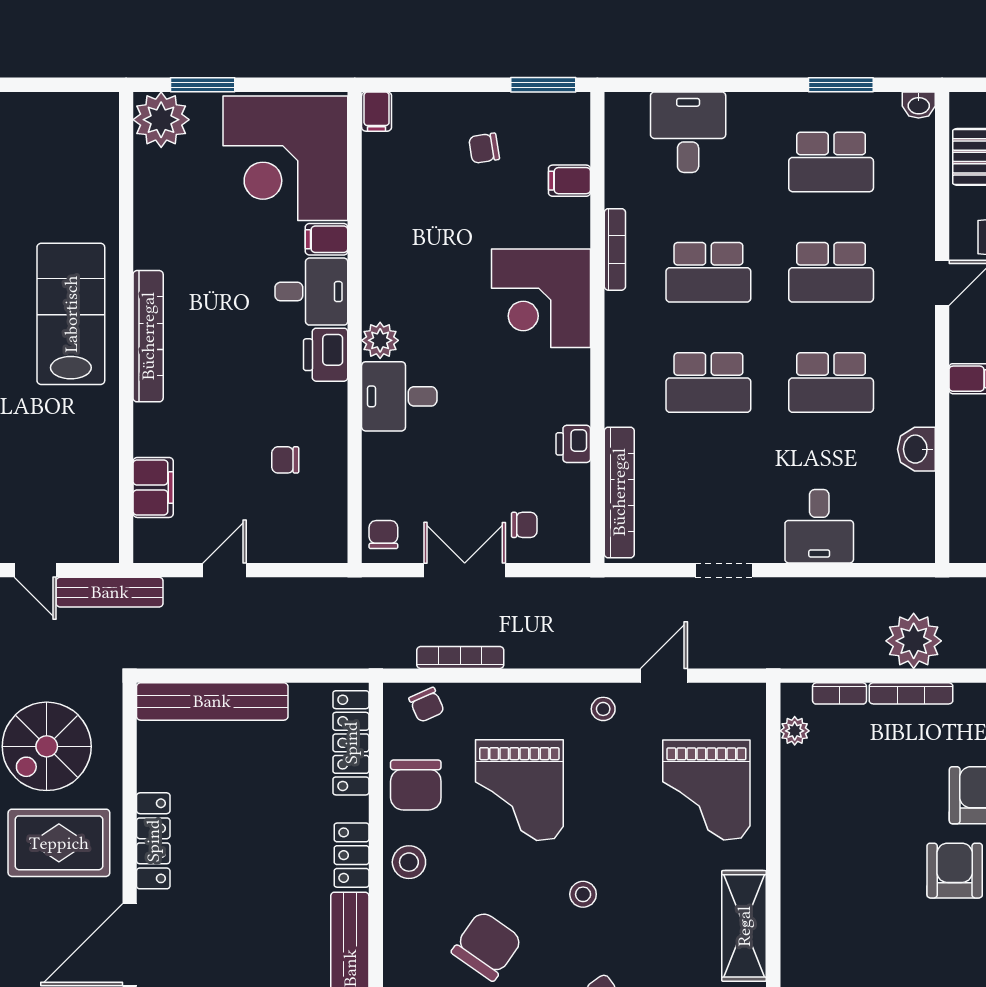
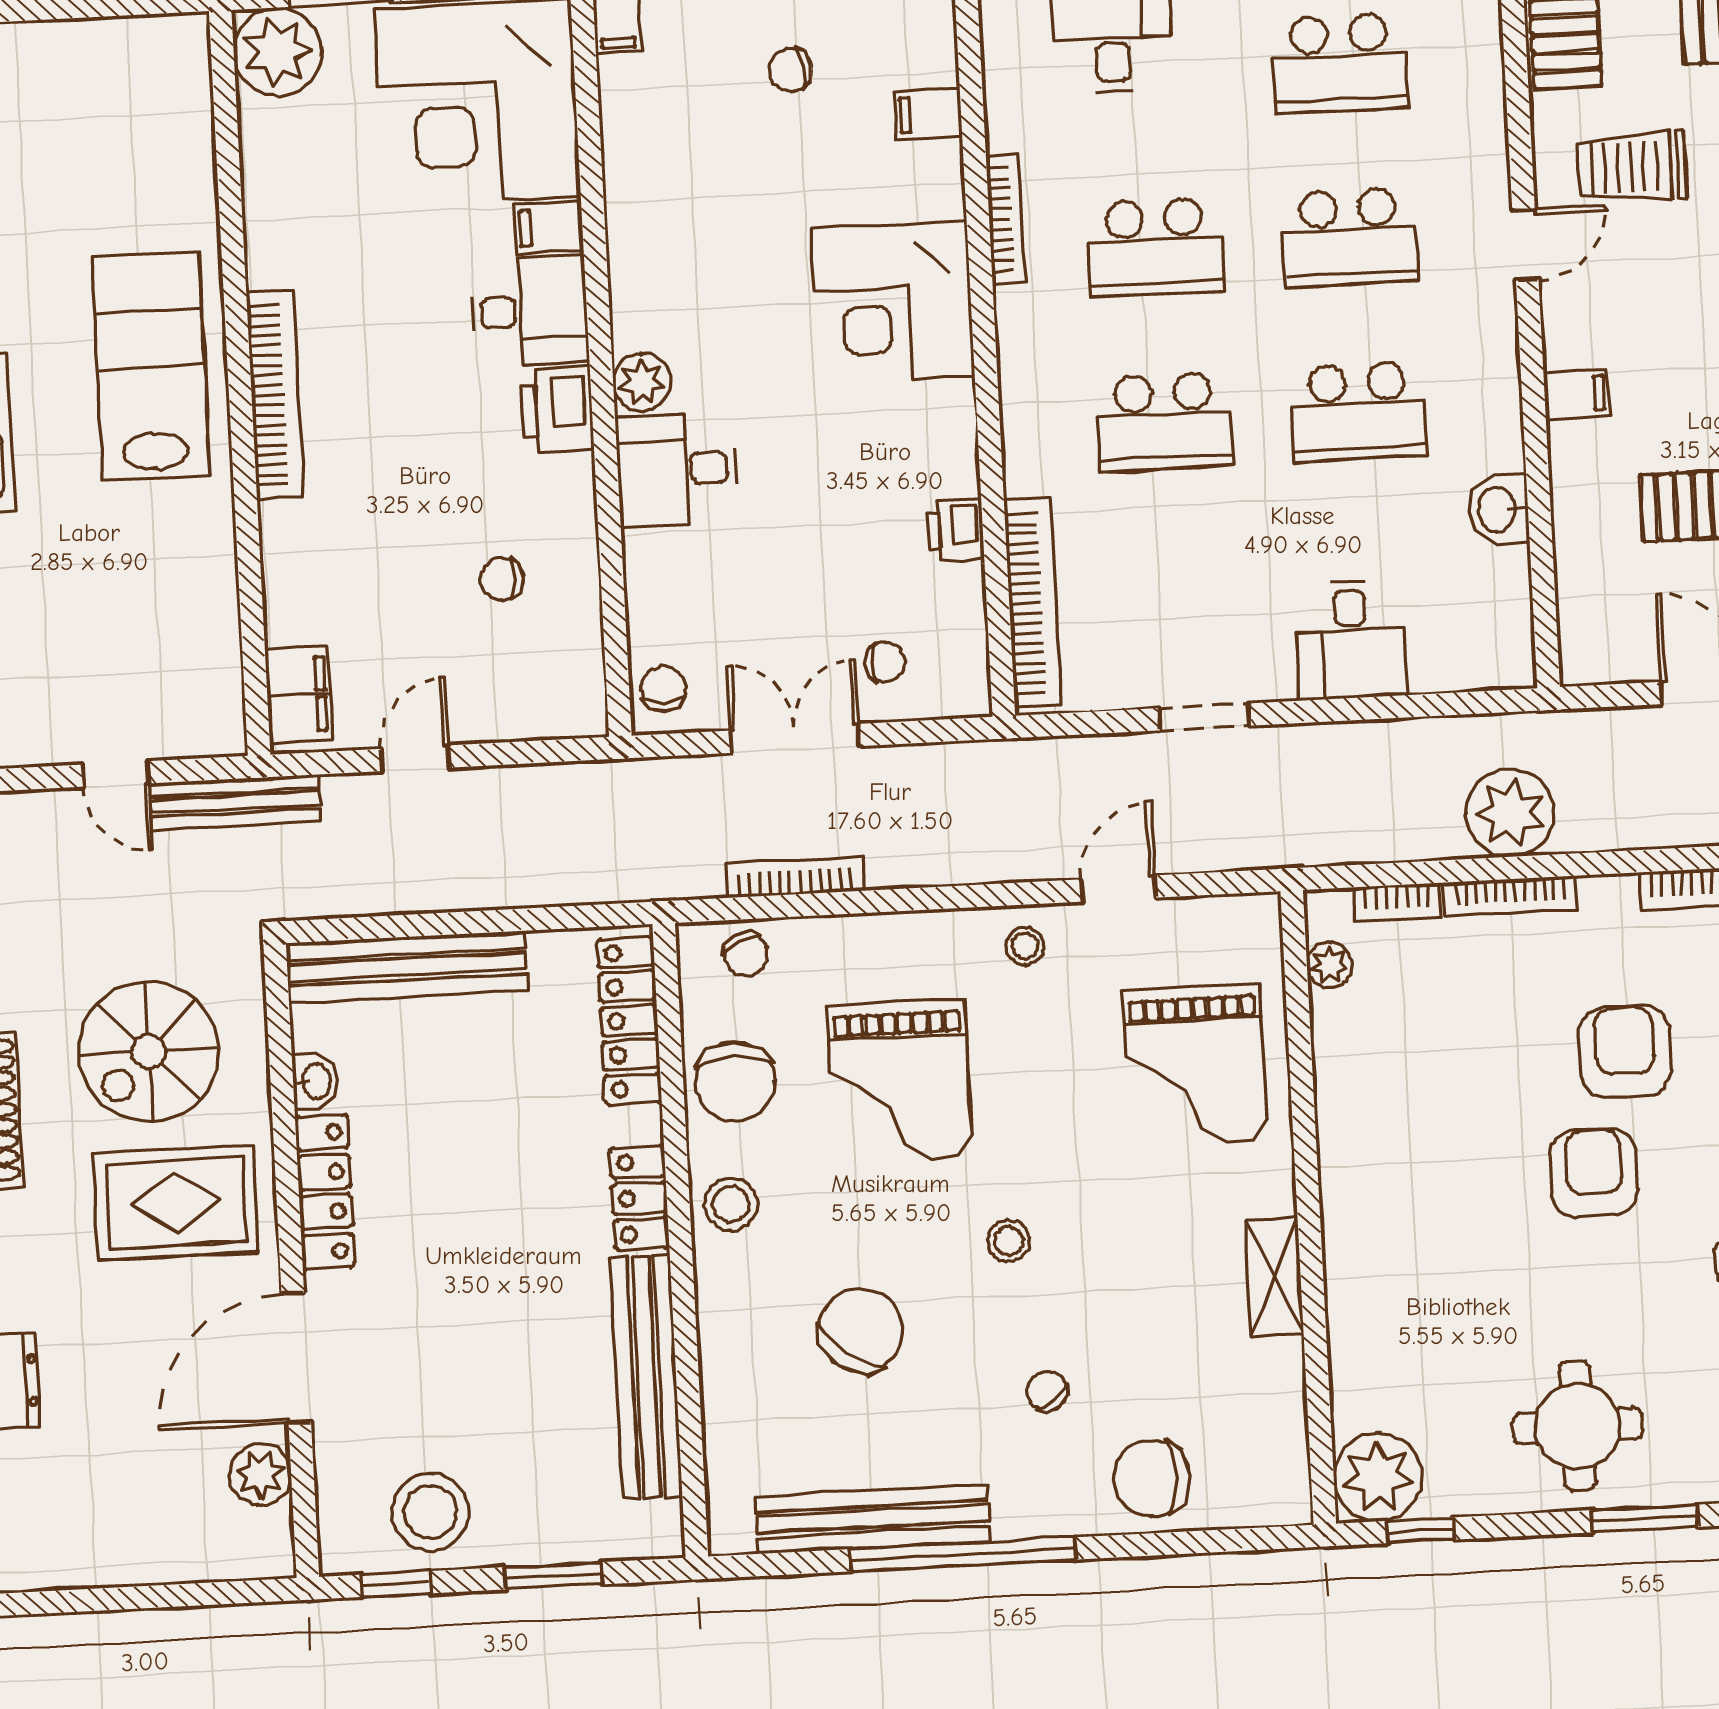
filing cabinet: (153, 487) -> (299, 695), moved
washbasin: (151, 771) -> (315, 1081), added
shelving: (744, 926) -> (1274, 1277), width x0.67, depth x0.75

